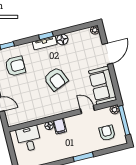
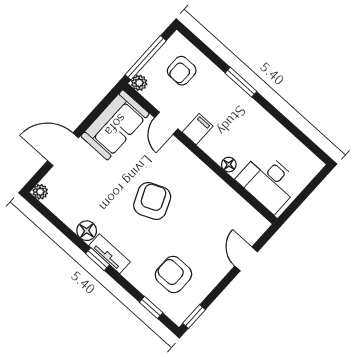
filing cabinet: (60, 126) -> (198, 129), moved
desk: (29, 139) -> (268, 182), width x1.37

